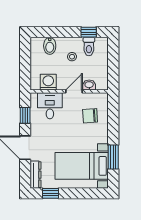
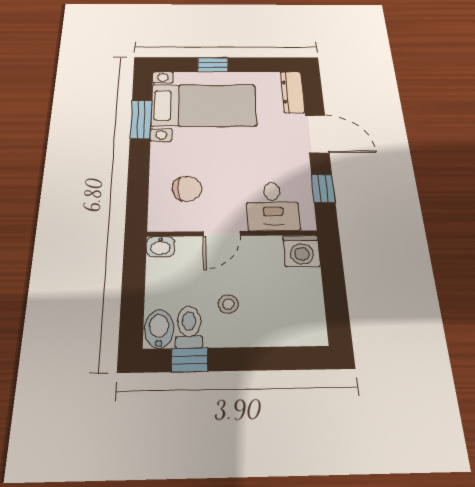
bidet: (50, 46) -> (159, 329), moved
washing machine: (48, 82) -> (302, 251), moved
washbasin: (89, 85) -> (160, 247), moved
window: (50, 193) -> (213, 65), moved

